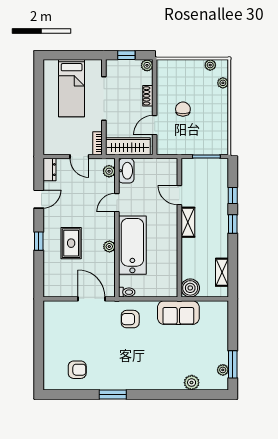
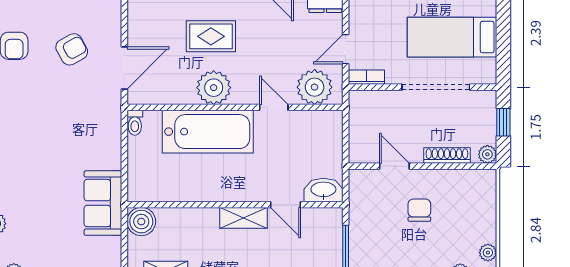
shoe rack: (148, 96) -> (447, 156), width x1.43
chair: (183, 109) -> (419, 210), turned -90
wardrobe: (128, 146) -> (362, 124), removed
plant: (109, 171) -> (315, 87), width x1.87, depth x1.87
washbasin: (126, 171) -> (323, 190), moved, turned 180
door: (179, 195) -> (286, 205), swing flipped
plant: (109, 247) -> (214, 88), width x1.88, depth x1.88
armchair: (130, 319) -> (72, 49), moved, turned 61

